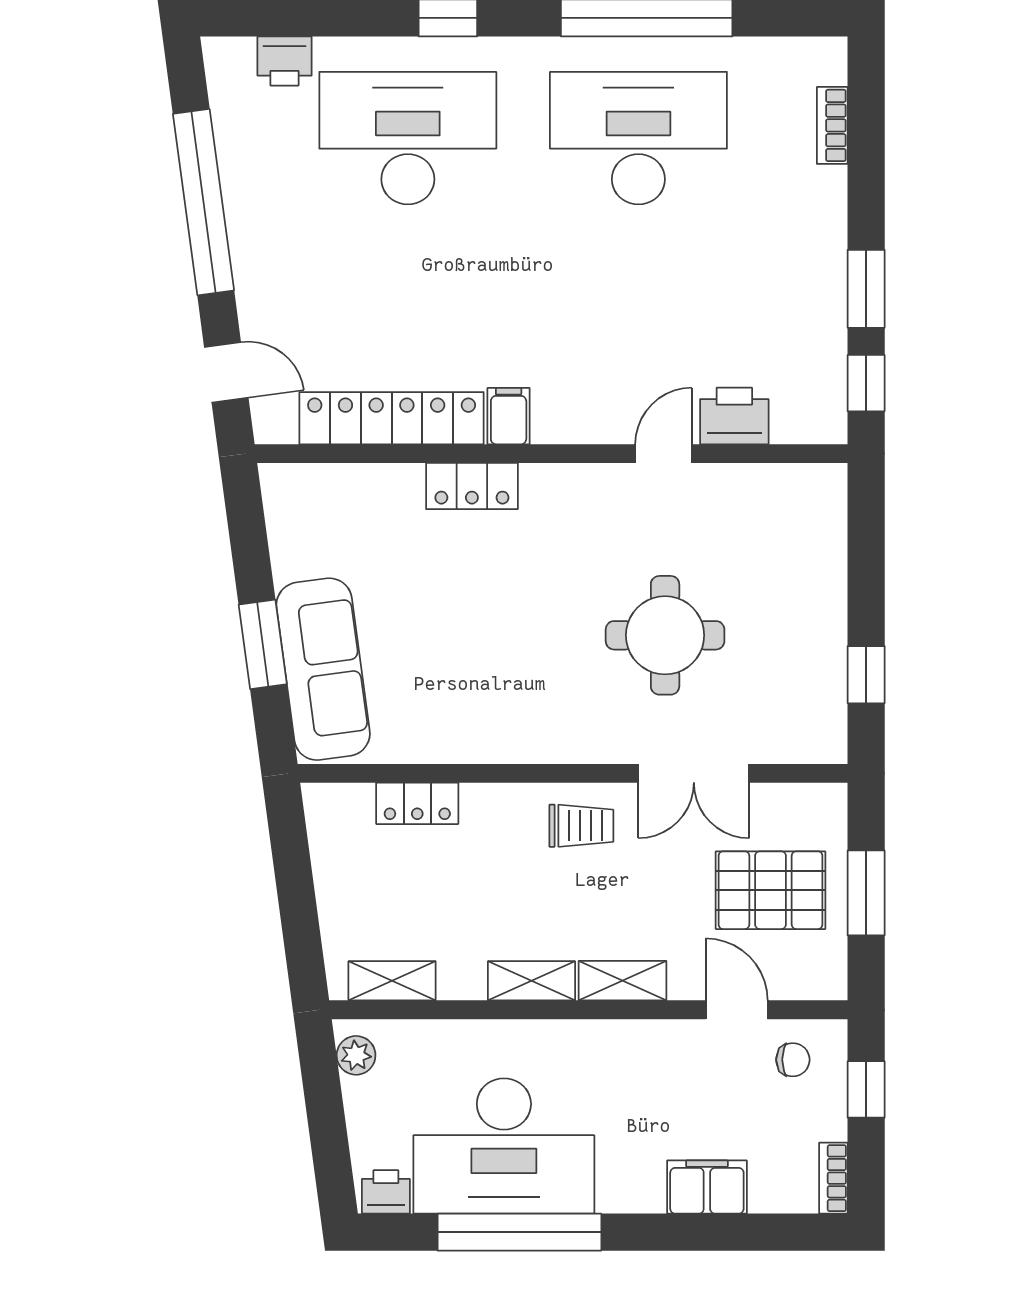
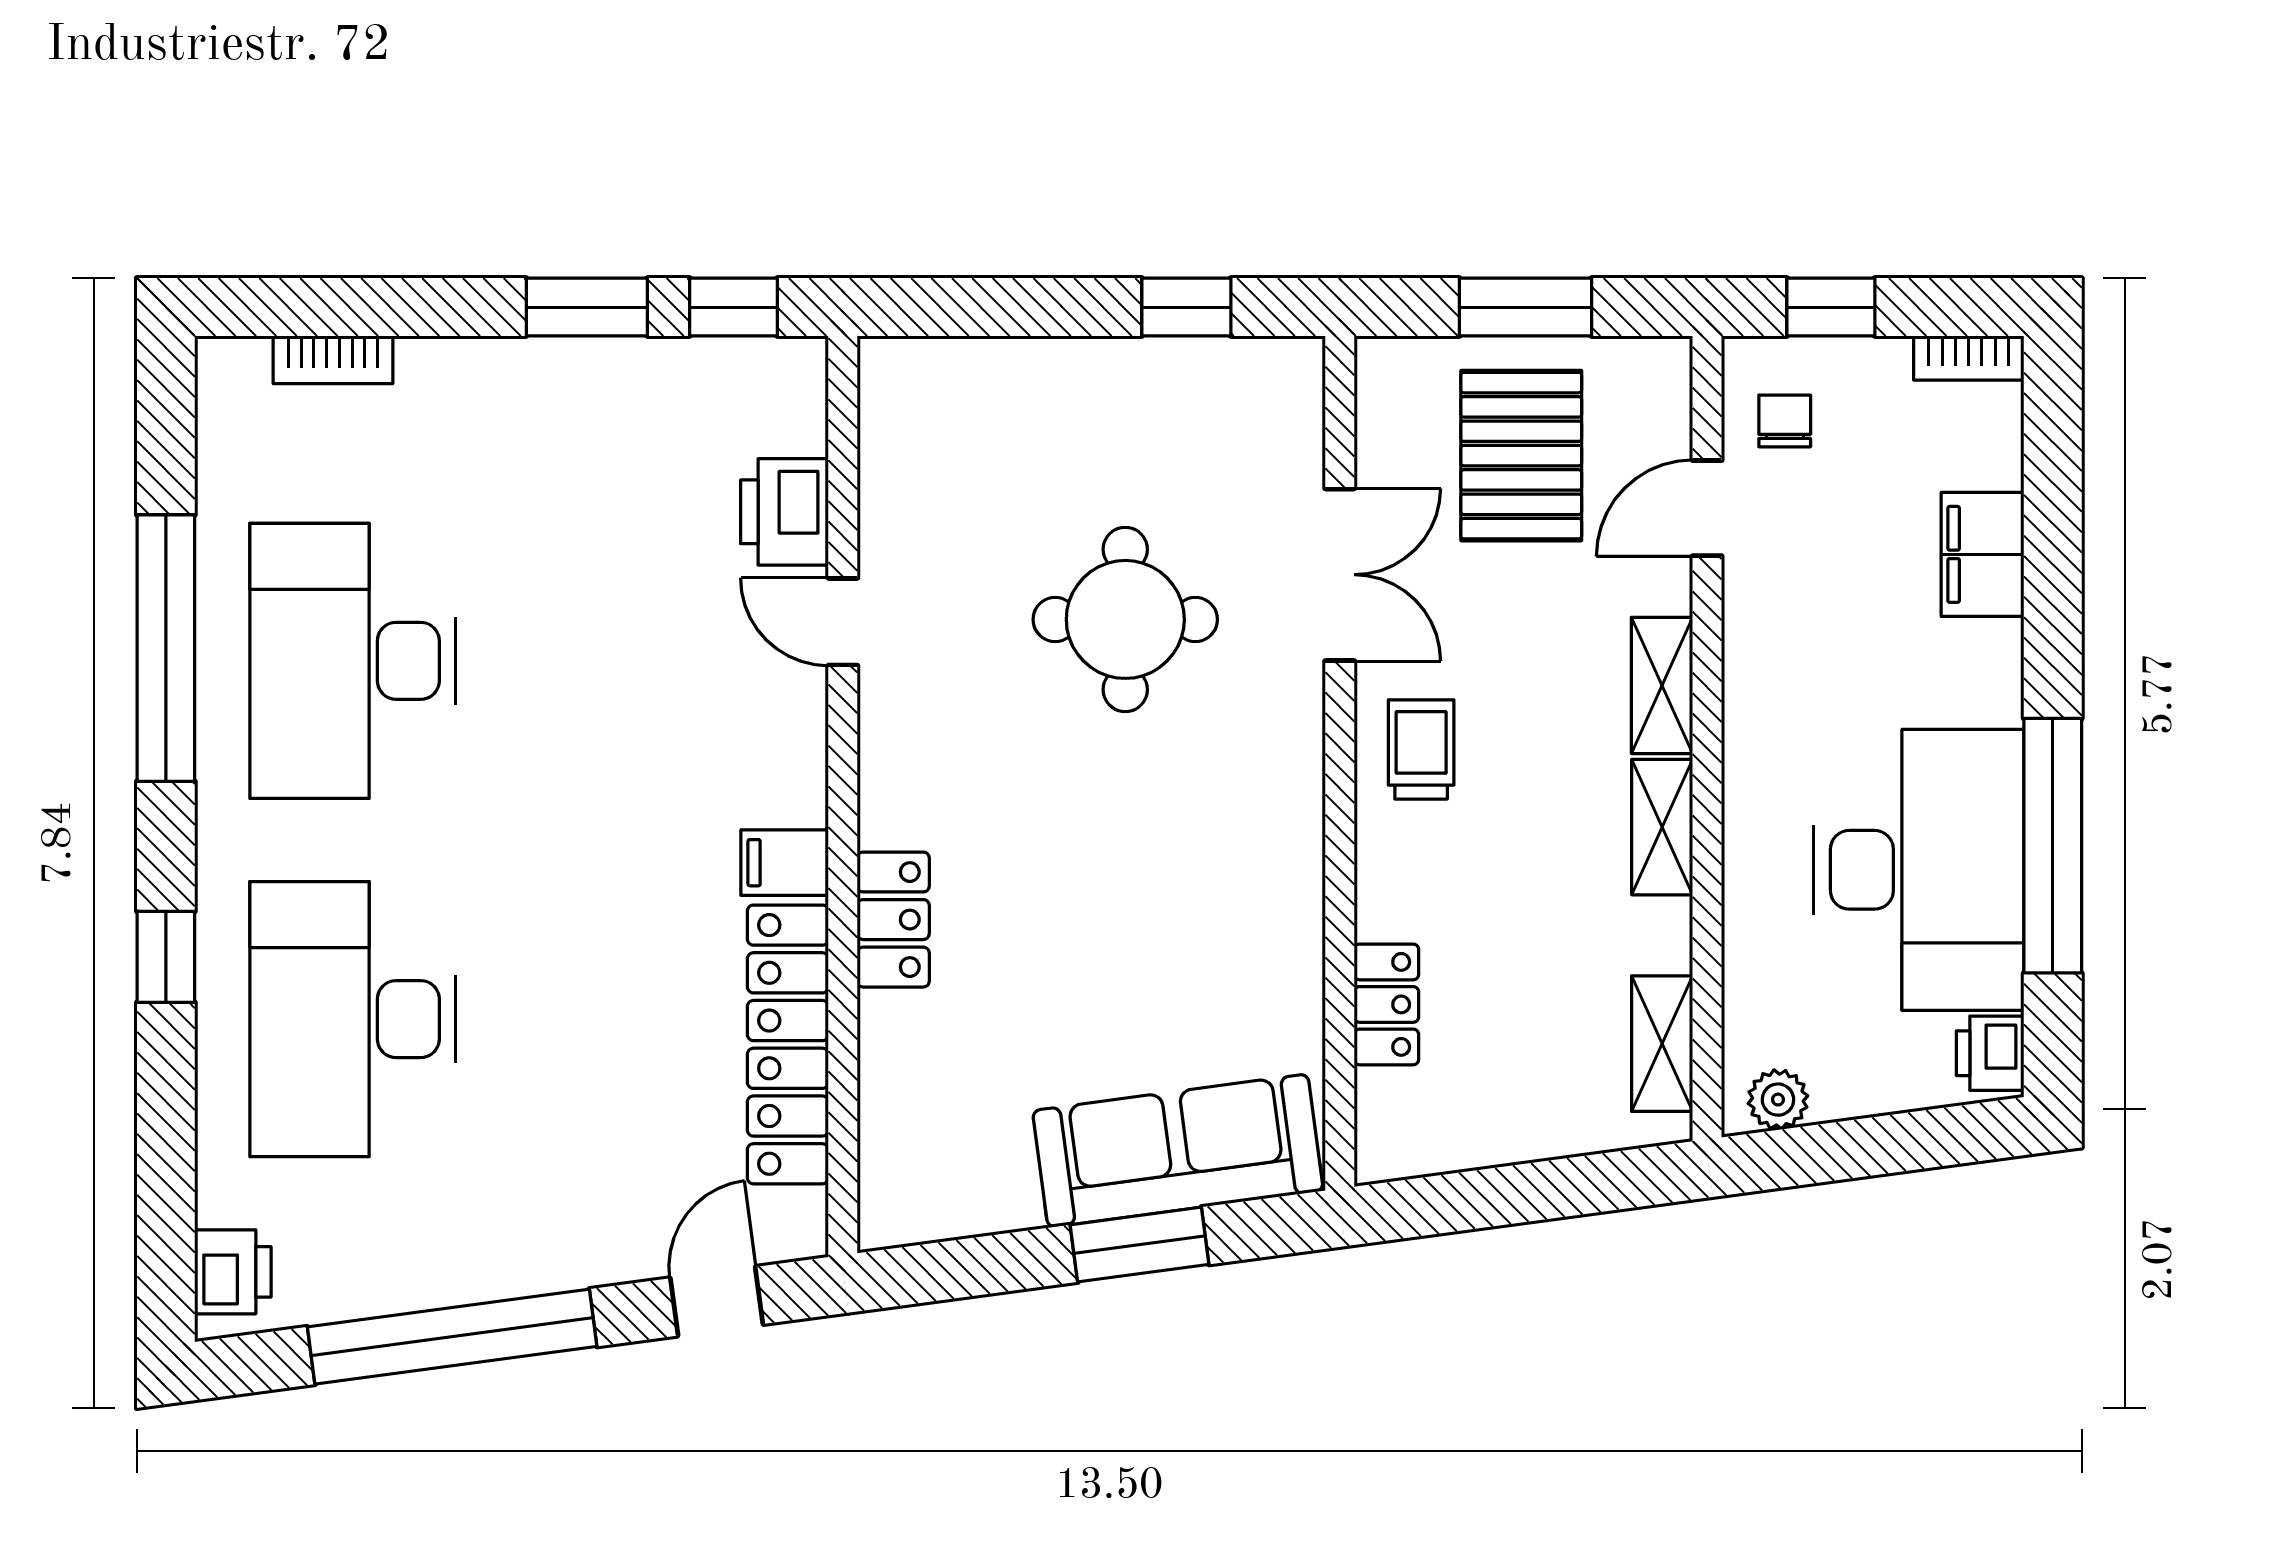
printer: (284, 61) -> (233, 1272), moved

